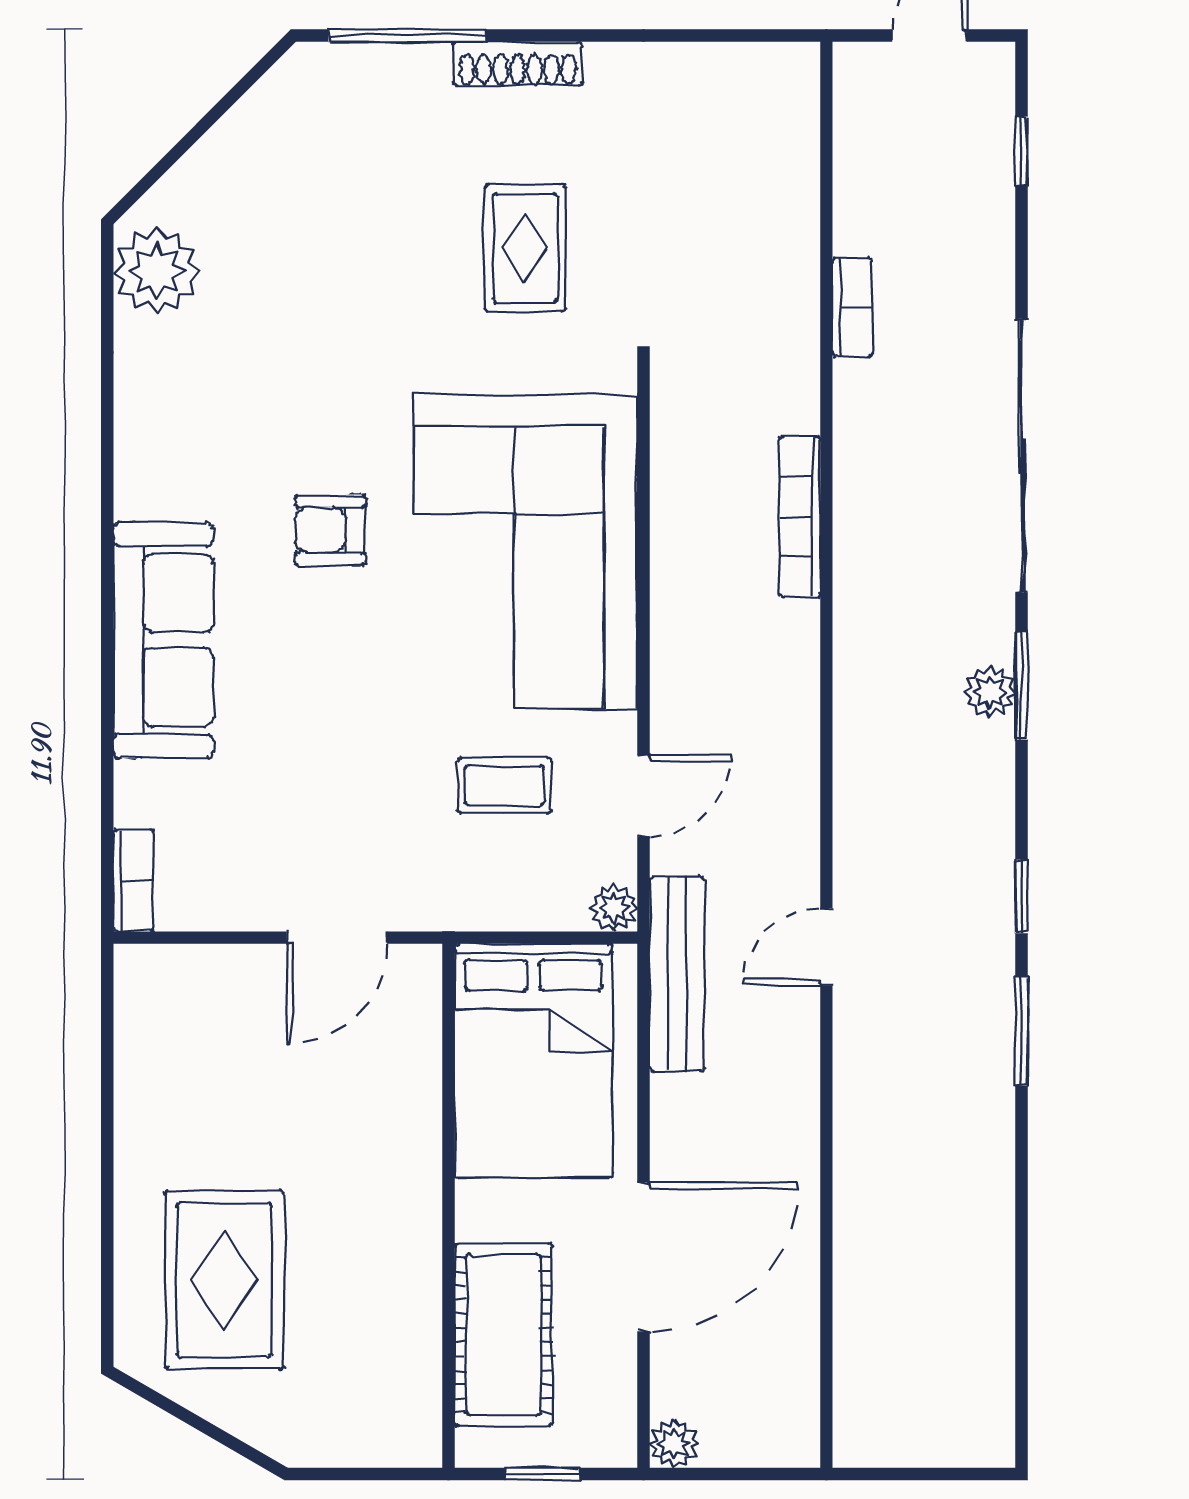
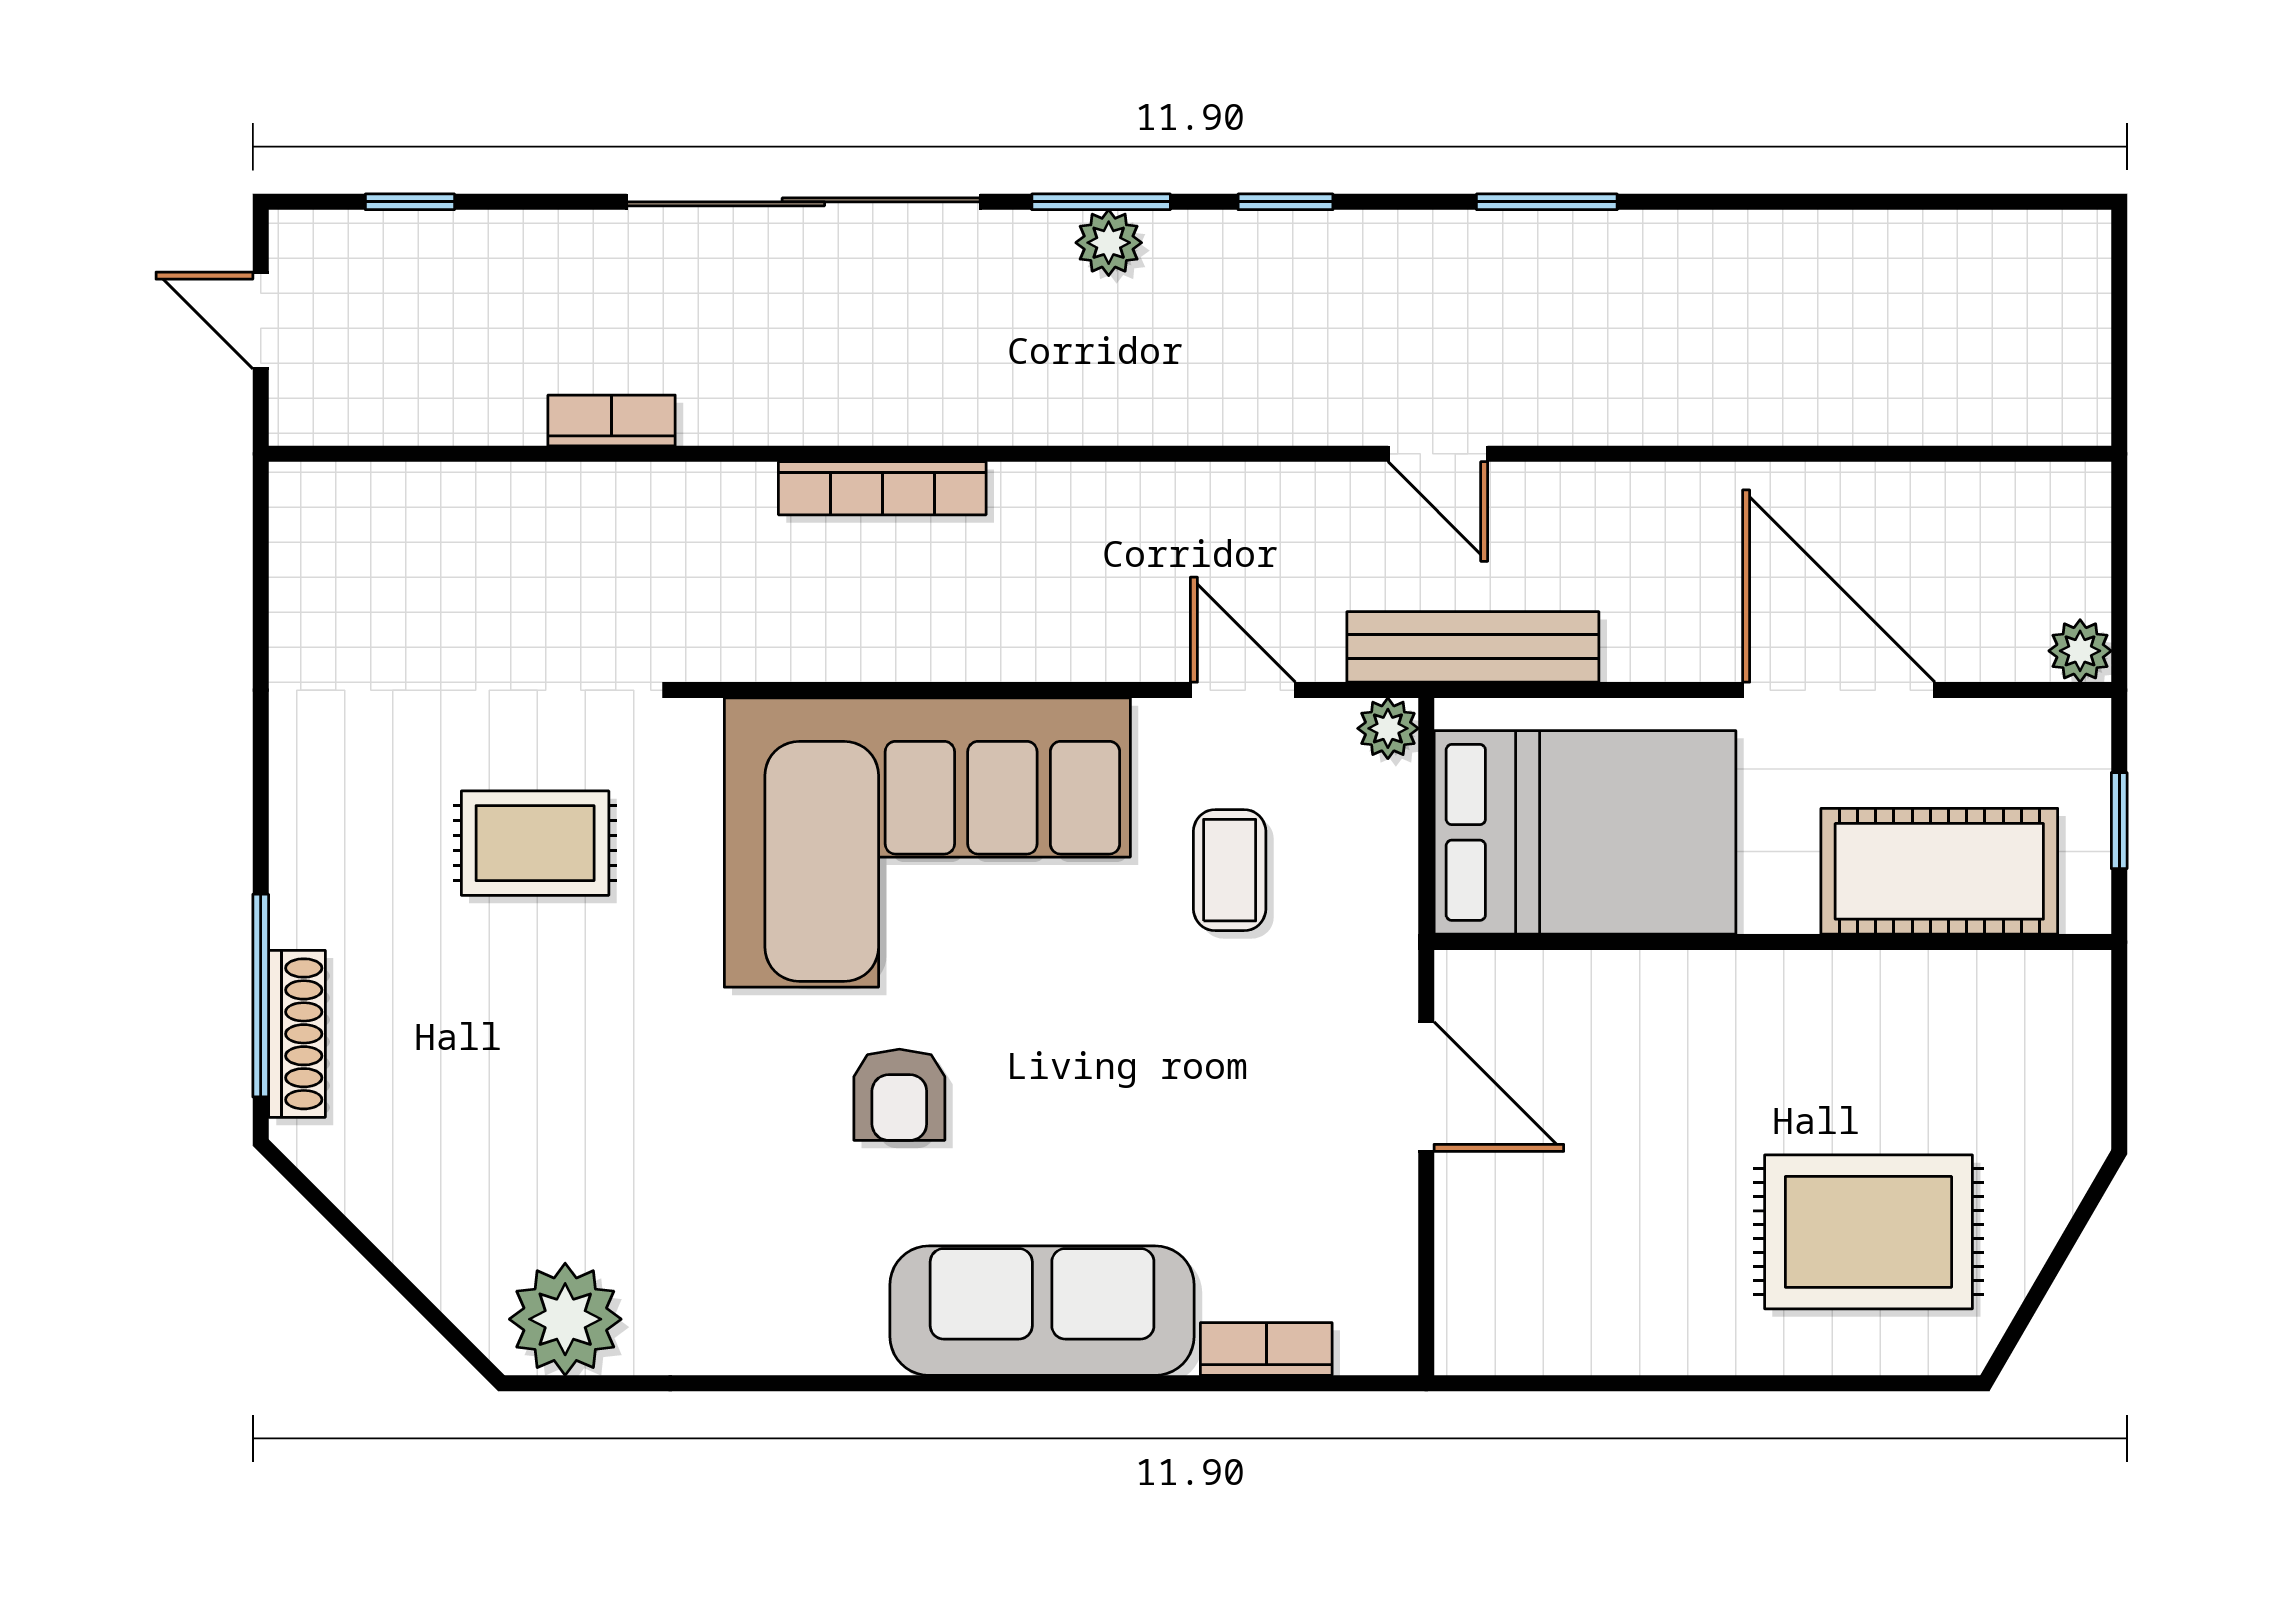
shoe rack: (518, 64) -> (297, 1034), moved
bookcase: (134, 881) -> (1266, 1349), moved
window: (1021, 897) -> (1285, 202), moved

